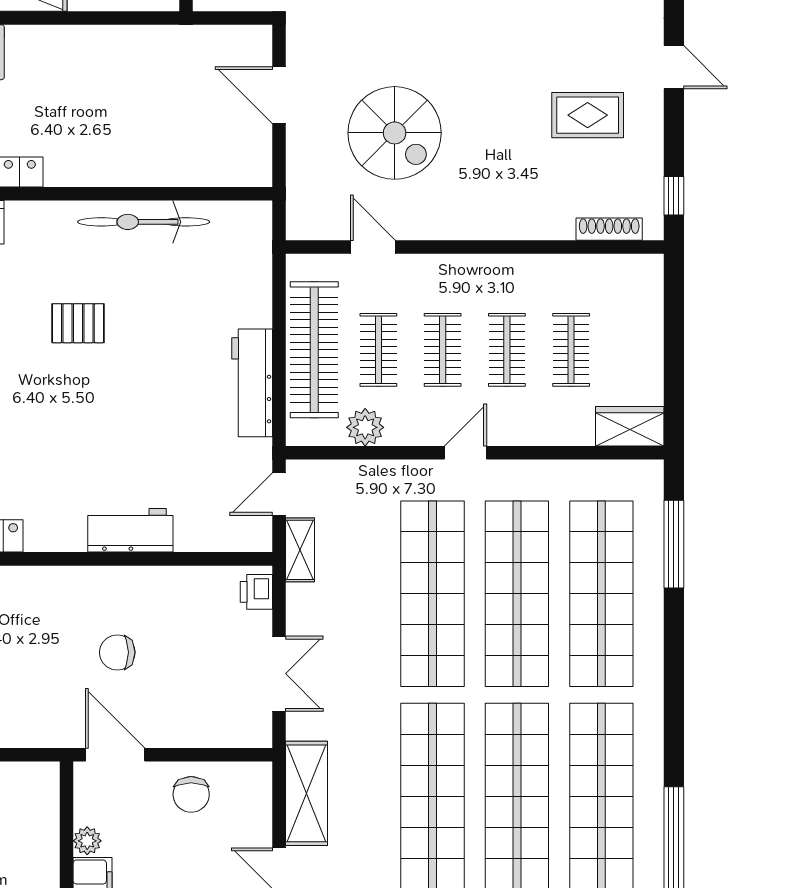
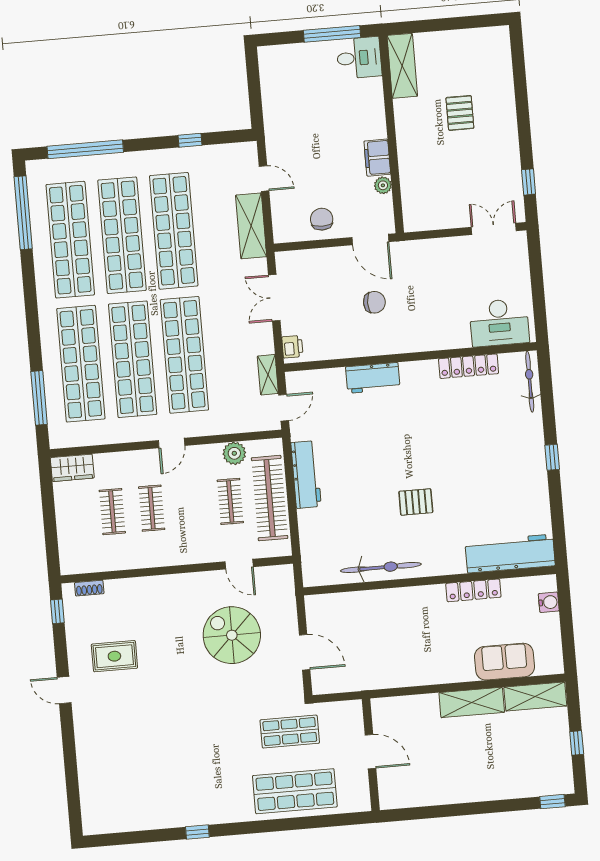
shoe rack: (609, 229) -> (89, 588), width x0.70
clothes rail: (443, 350) -> (191, 505), removed

